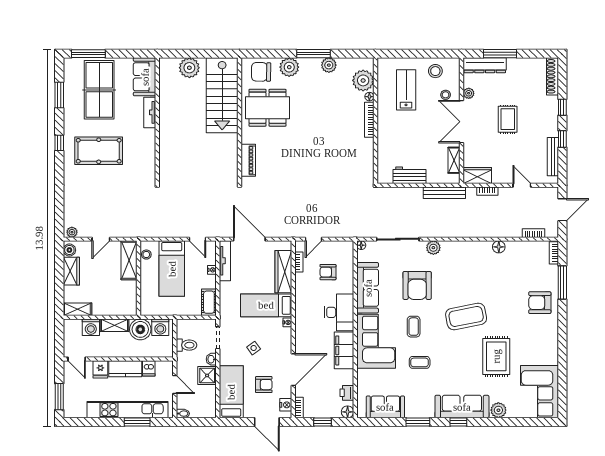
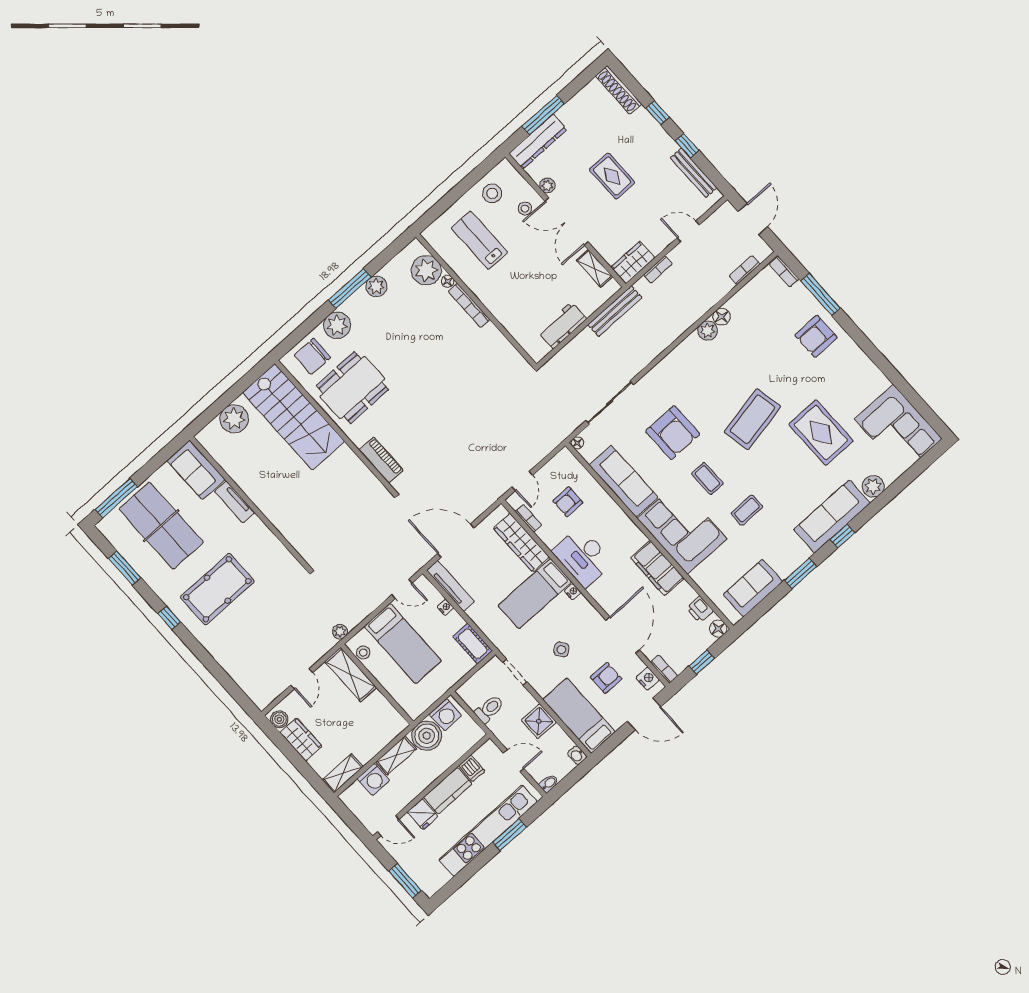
plant: (72, 232) -> (340, 632), moved
plant: (433, 248) -> (708, 331), moved
desk: (339, 312) -> (583, 557), moved, turned 180
washbasin: (211, 359) -> (577, 755), moved

